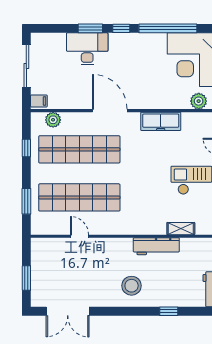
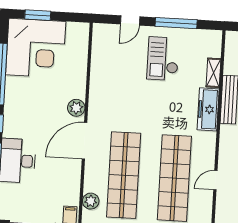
plant: (199, 101) -> (76, 108), moved
freezer: (161, 121) -> (208, 109), moved, turned 180

